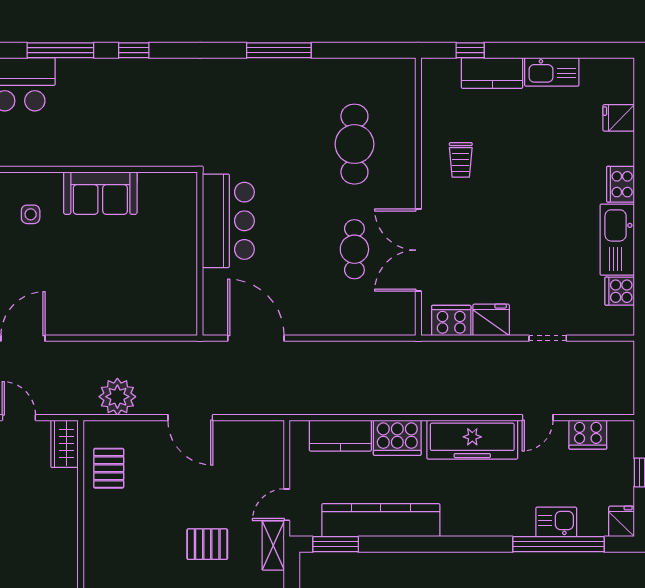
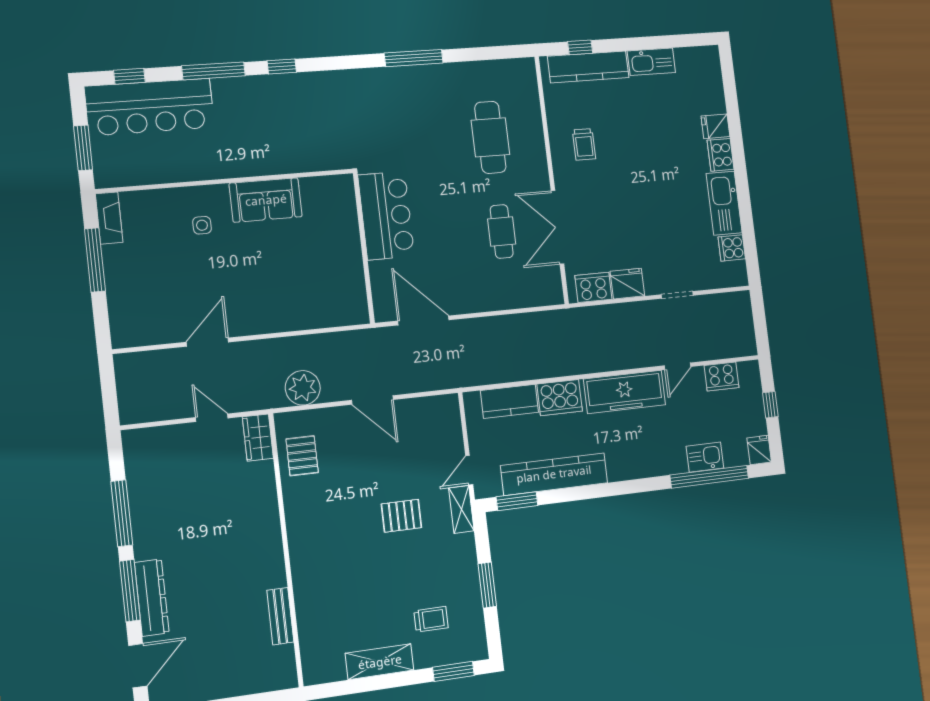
kitchen counter: (492, 73) -> (588, 67), width x1.50
fridge: (619, 118) -> (715, 126), moved

